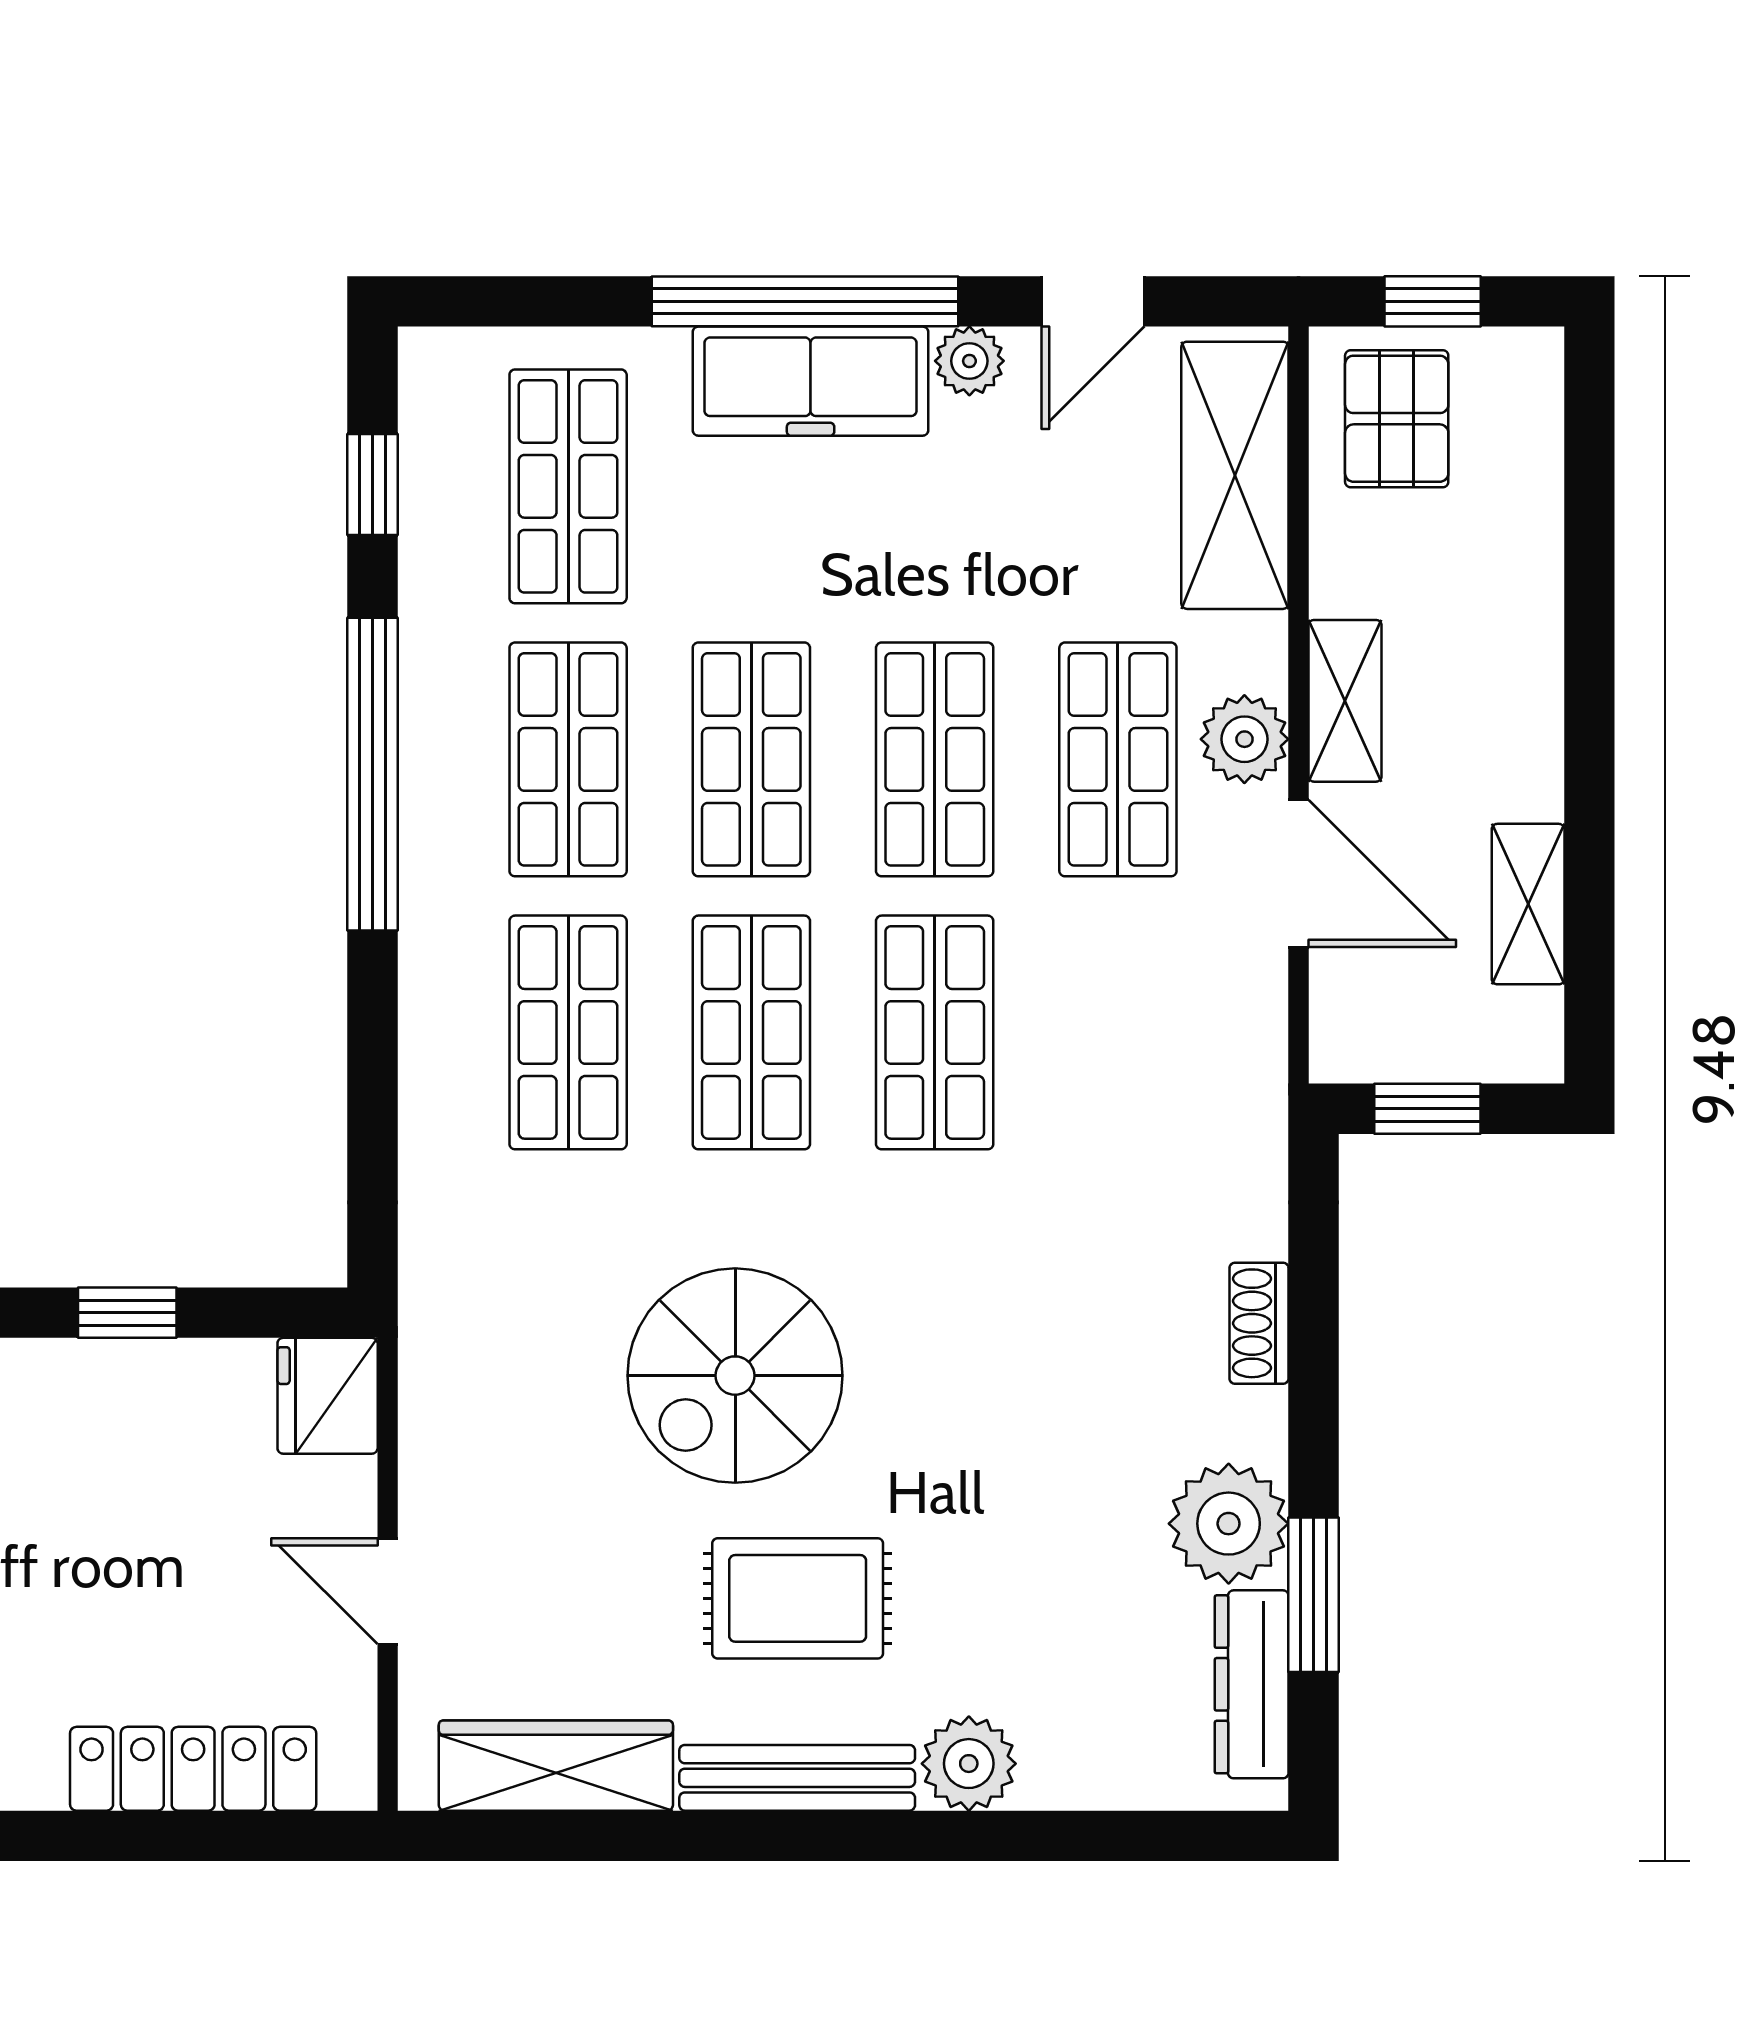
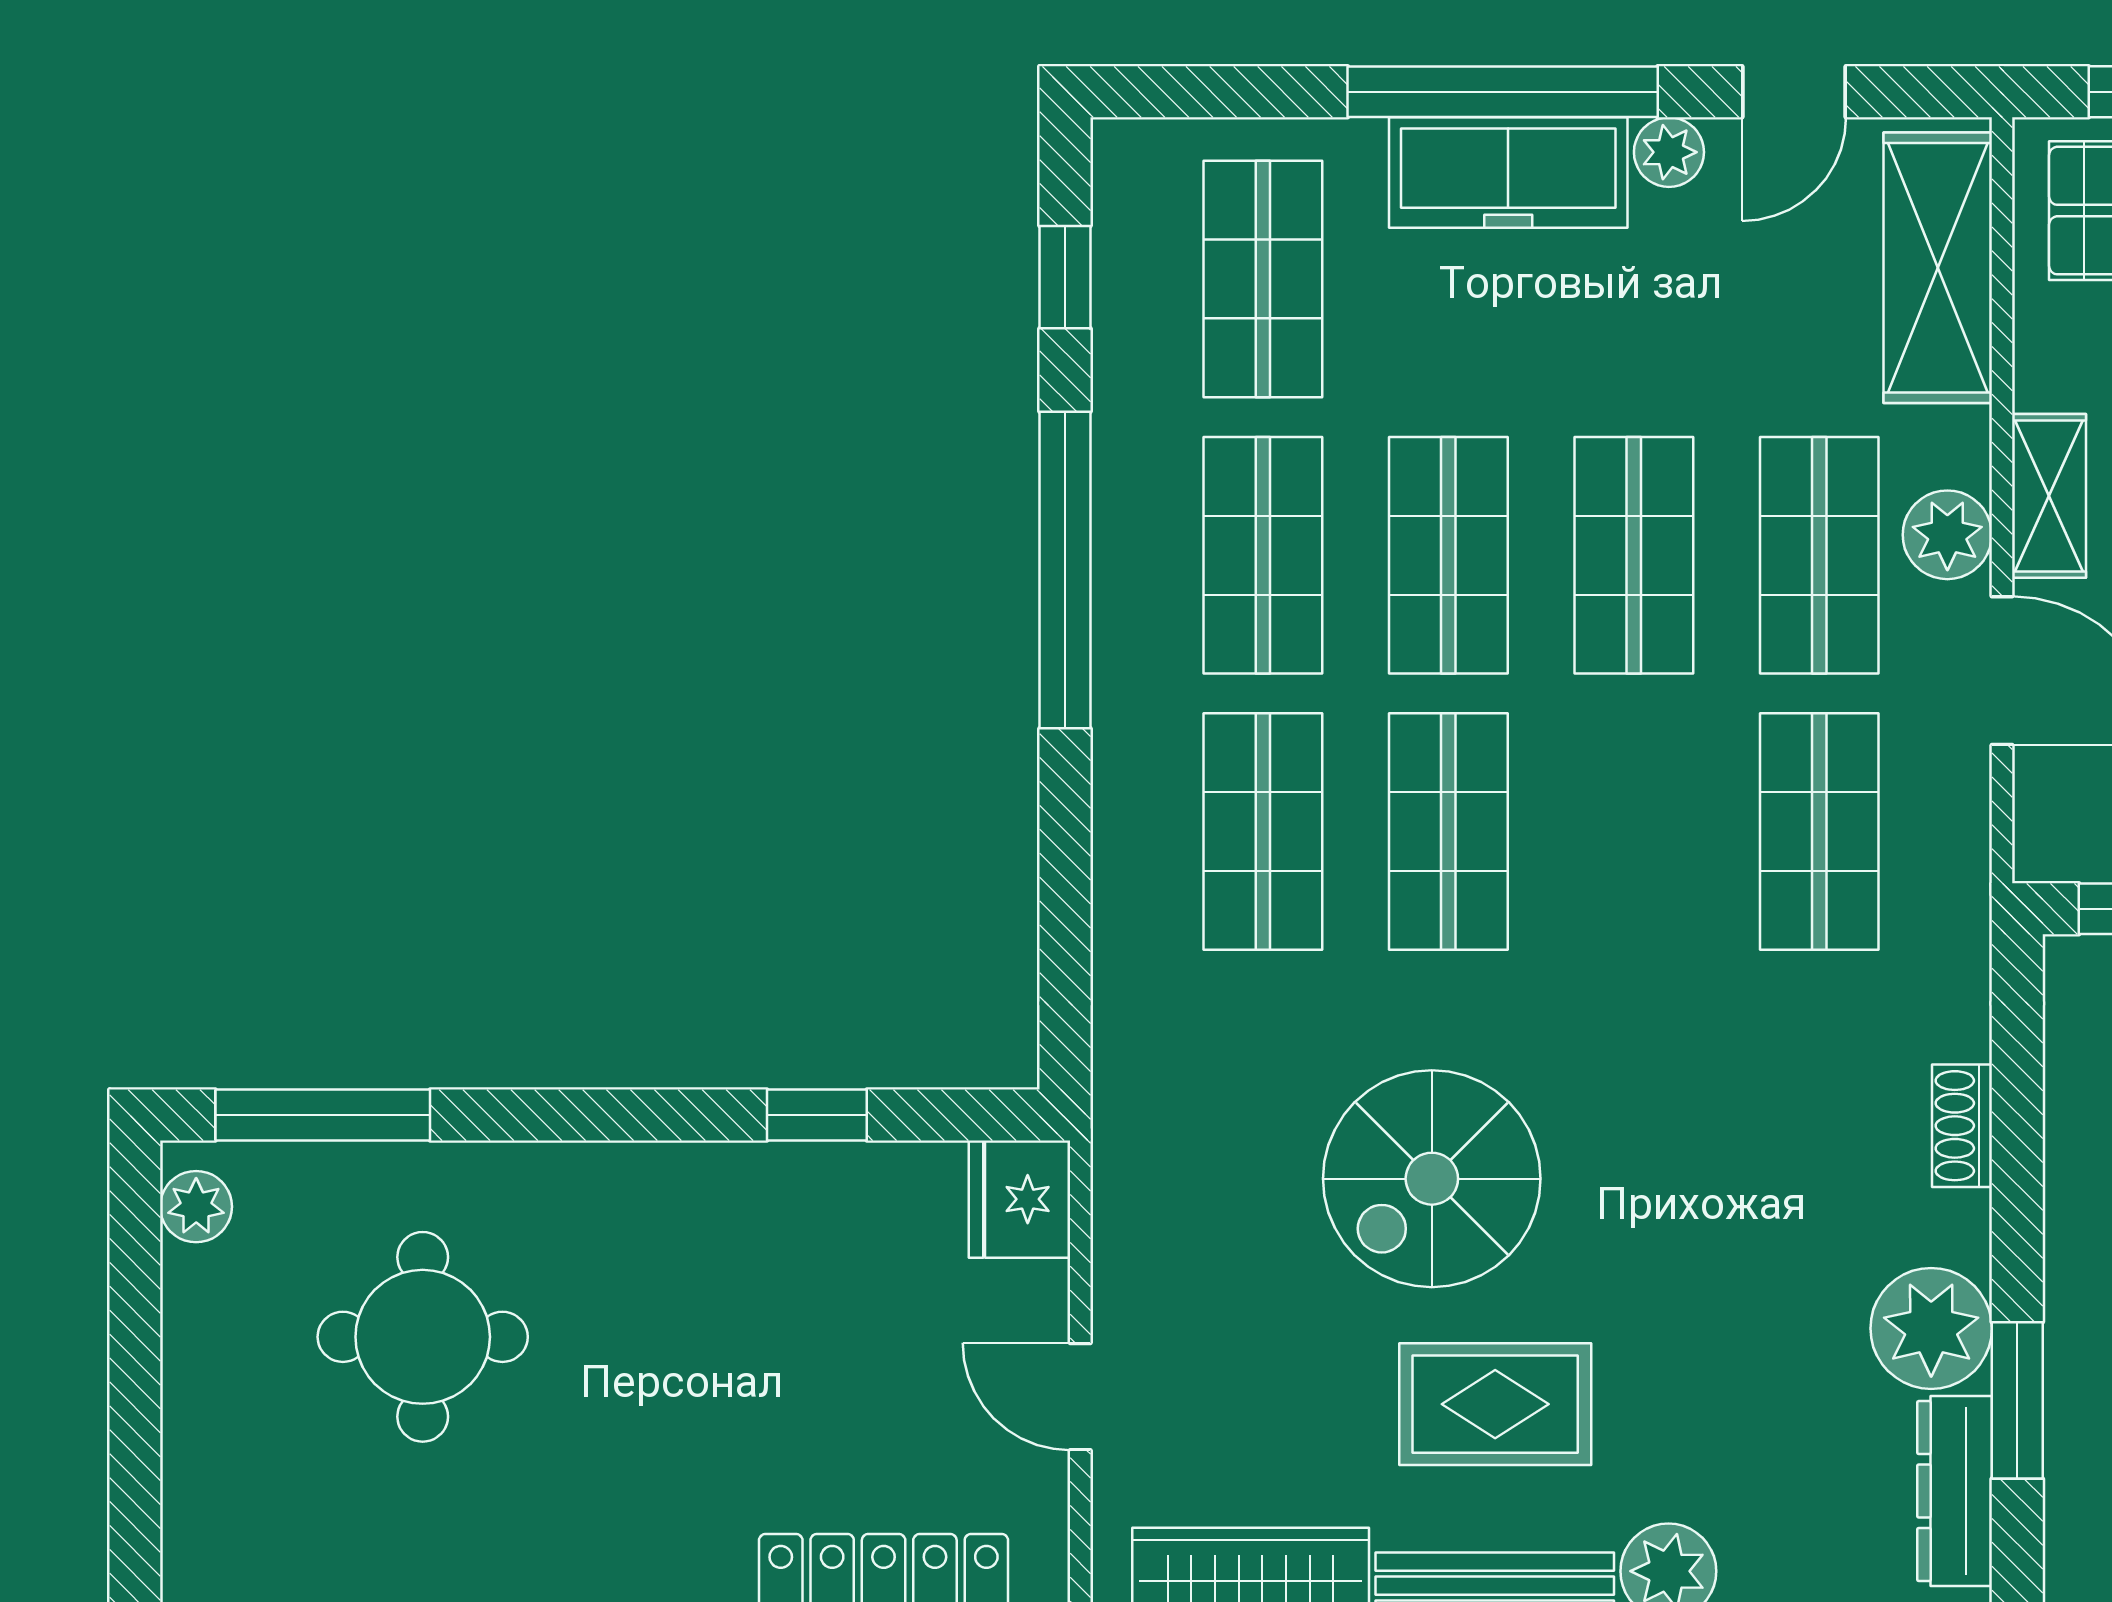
shop shelf: (935, 1032) -> (1819, 832), moved

